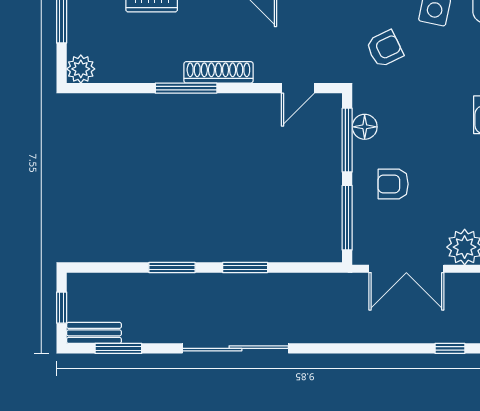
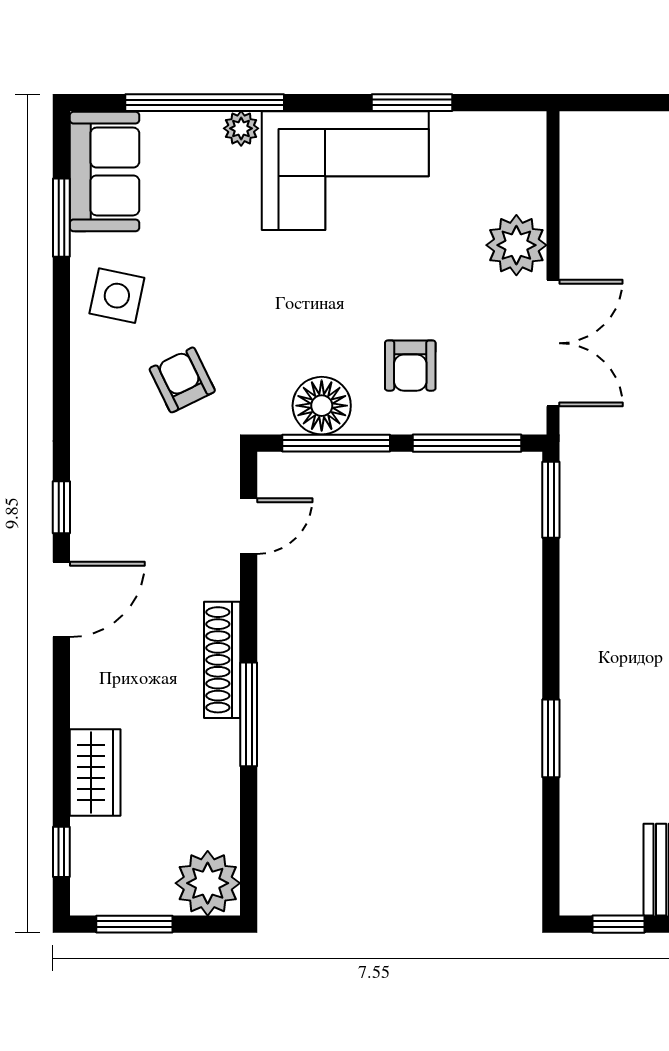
plant: (81, 69) -> (208, 883), width x1.36, depth x1.36
door: (298, 88) -> (249, 526), hinge flipped
floor lamp: (365, 127) -> (322, 406), width x1.38, depth x1.38
window: (245, 268) -> (551, 500), moved

